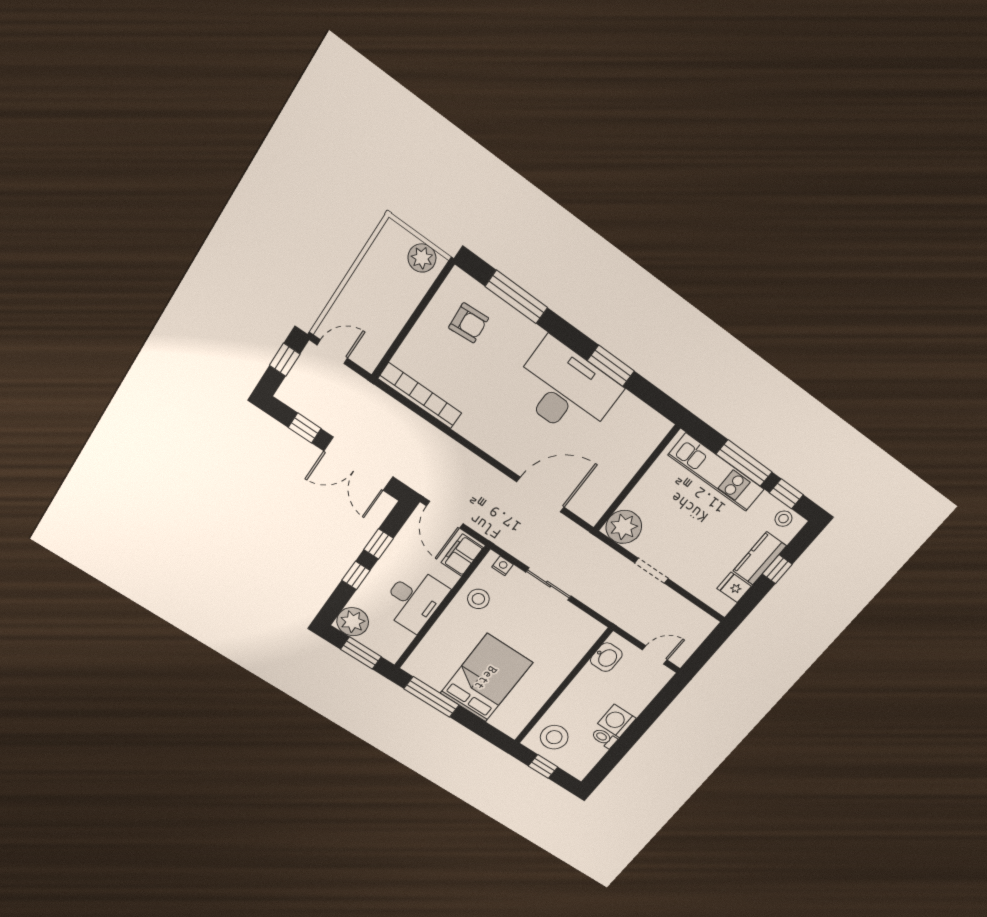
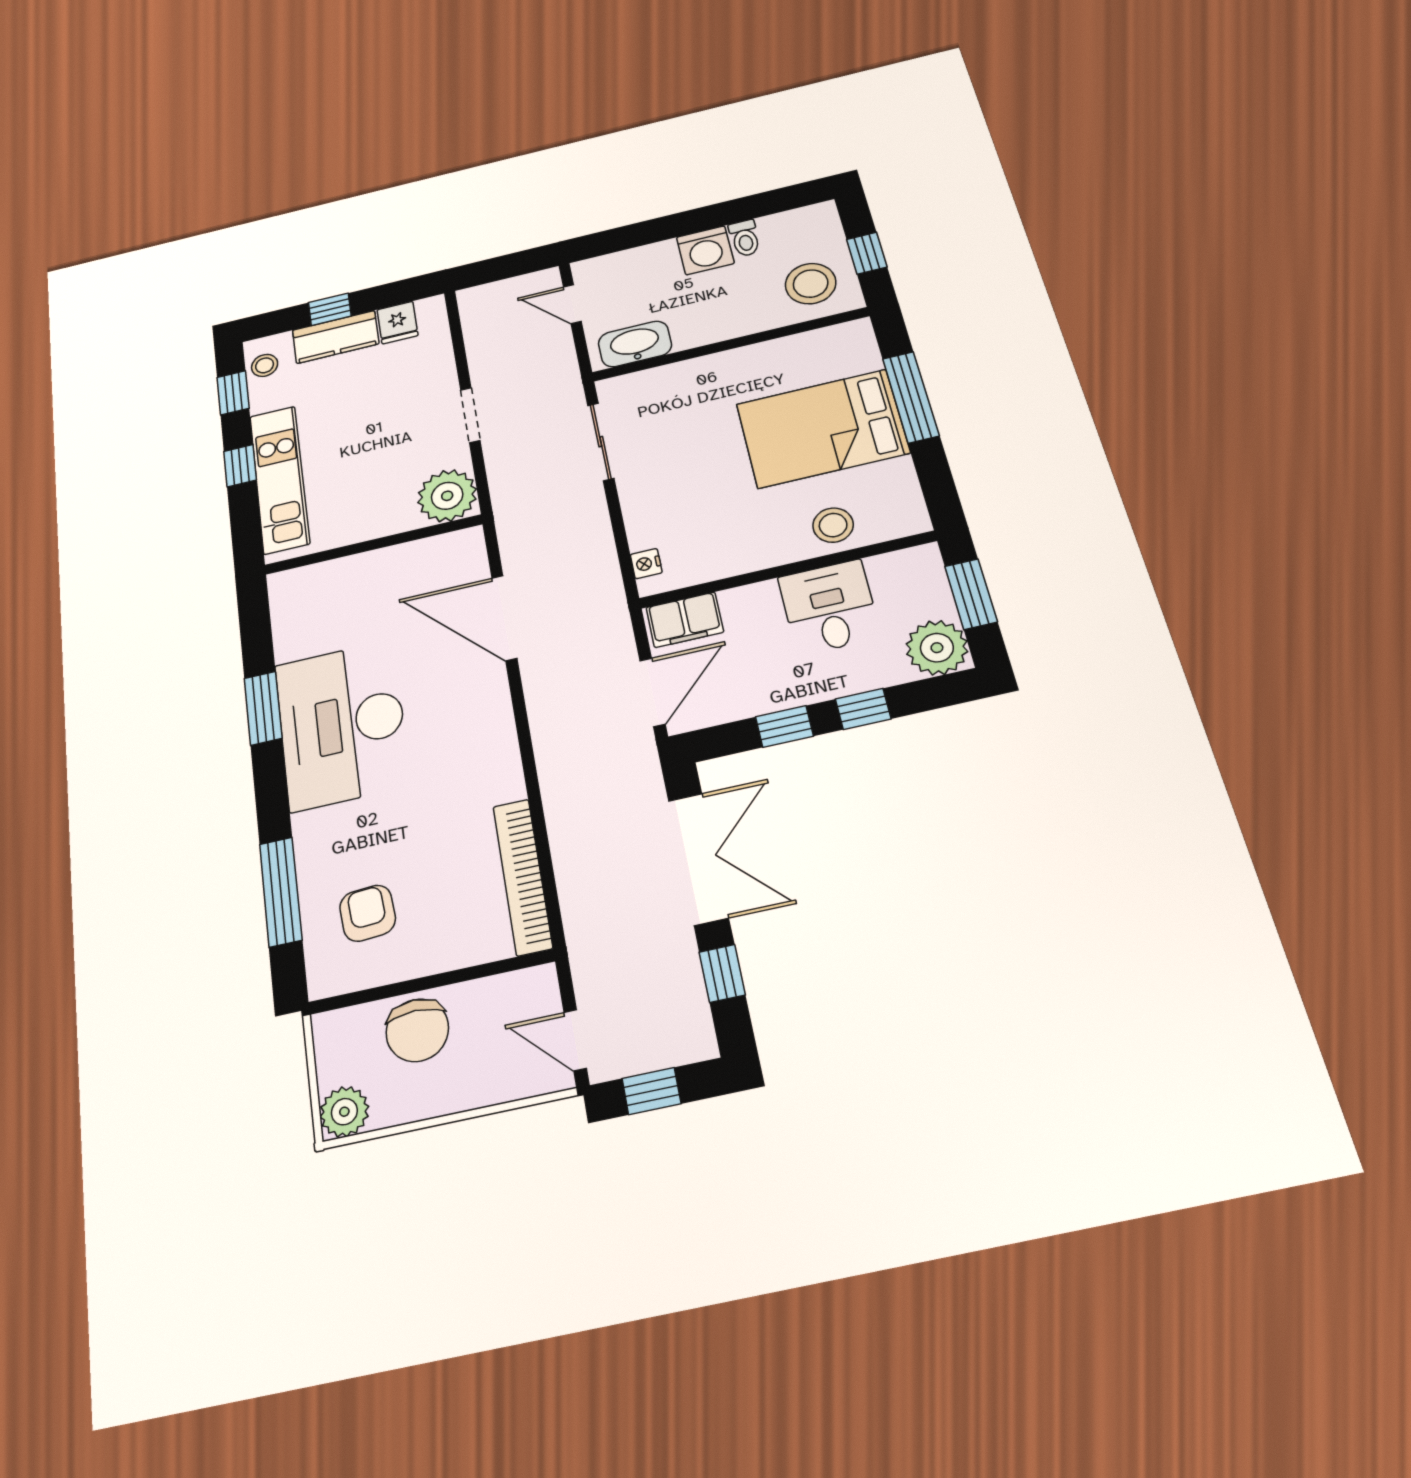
plant: (422, 258) -> (344, 1112), moved
chair: (398, 297) -> (417, 1030), added
window: (744, 463) -> (240, 466), width x0.46
sliding door: (549, 584) -> (601, 442), moved
desk: (414, 599) -> (829, 607), width x0.73
stool: (478, 599) -> (833, 525), moved
washbasin: (606, 657) -> (635, 344), width x1.38
window: (431, 697) -> (911, 397), moved

